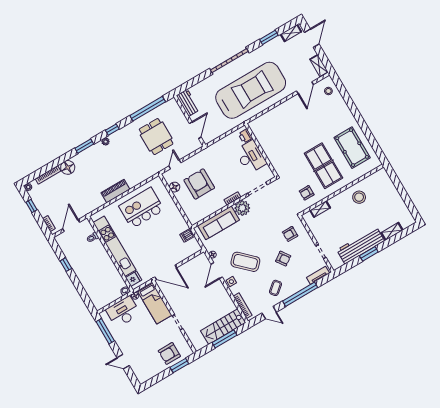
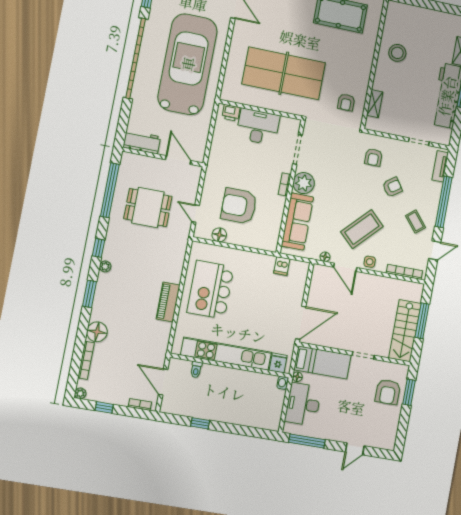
garage door: (229, 61) -> (136, 58), width x1.36
table tennis table: (323, 166) -> (284, 73), moved, width x1.36, depth x1.32
stairs: (223, 327) -> (405, 331), moved

